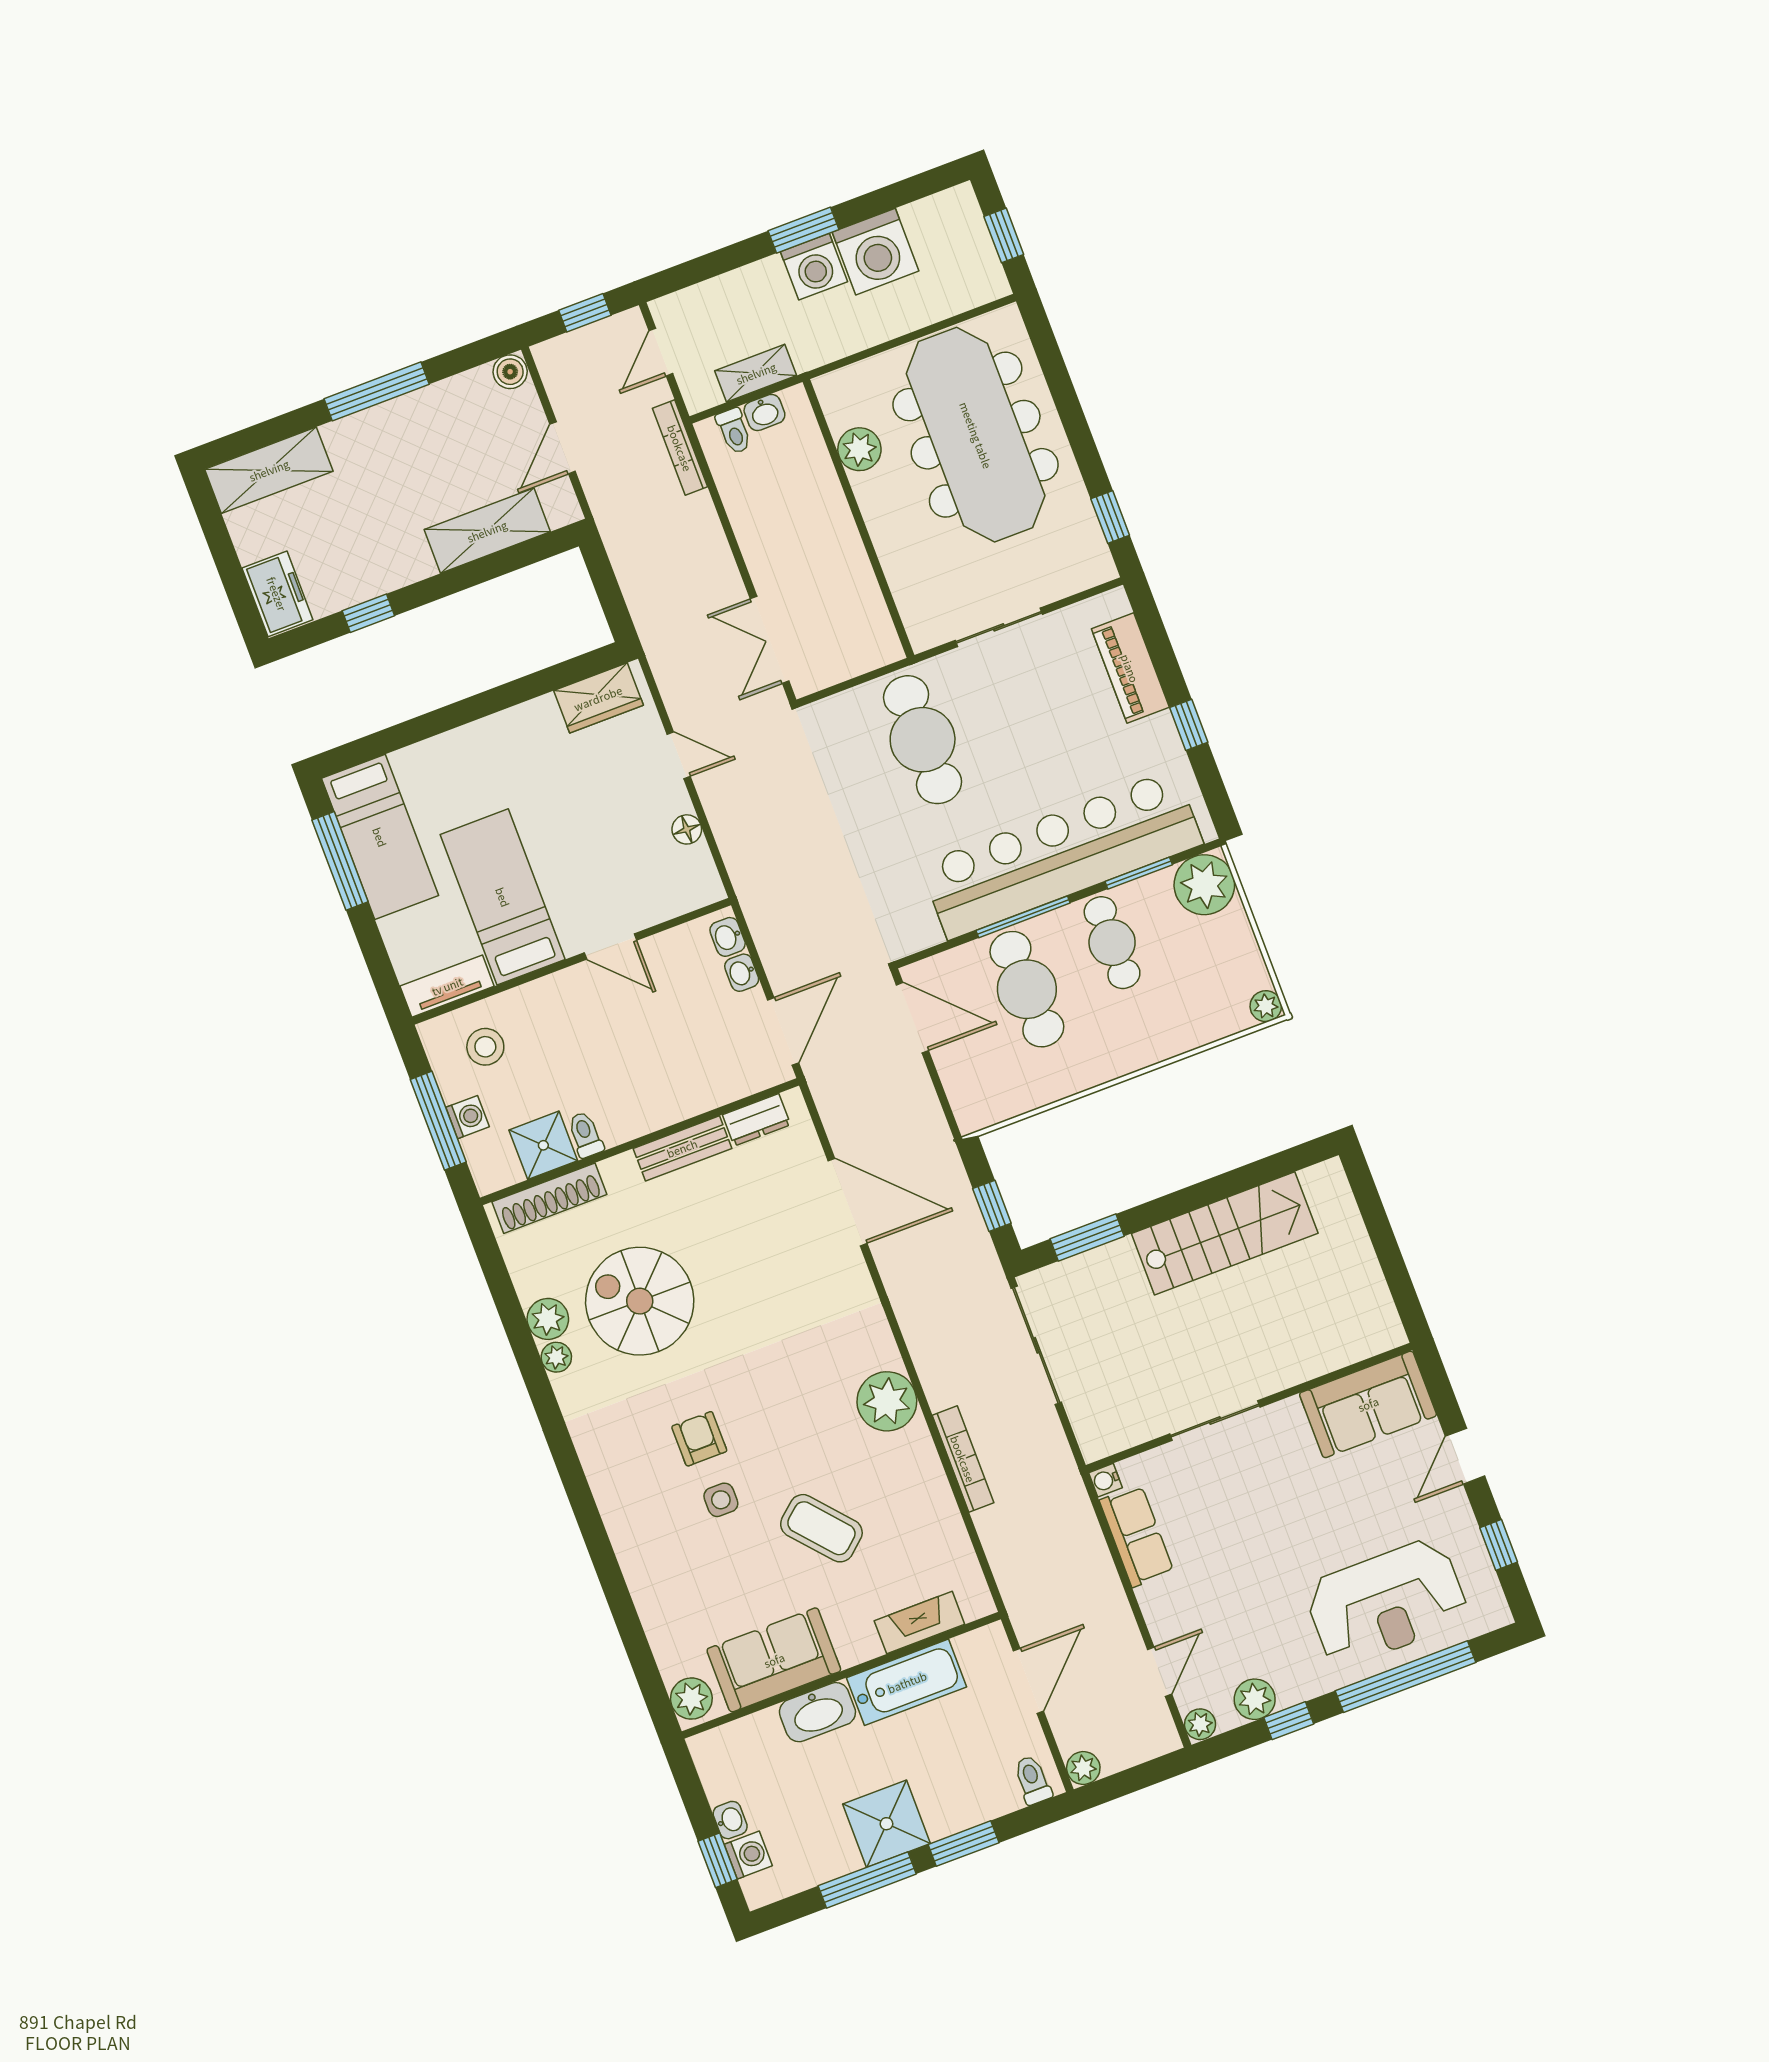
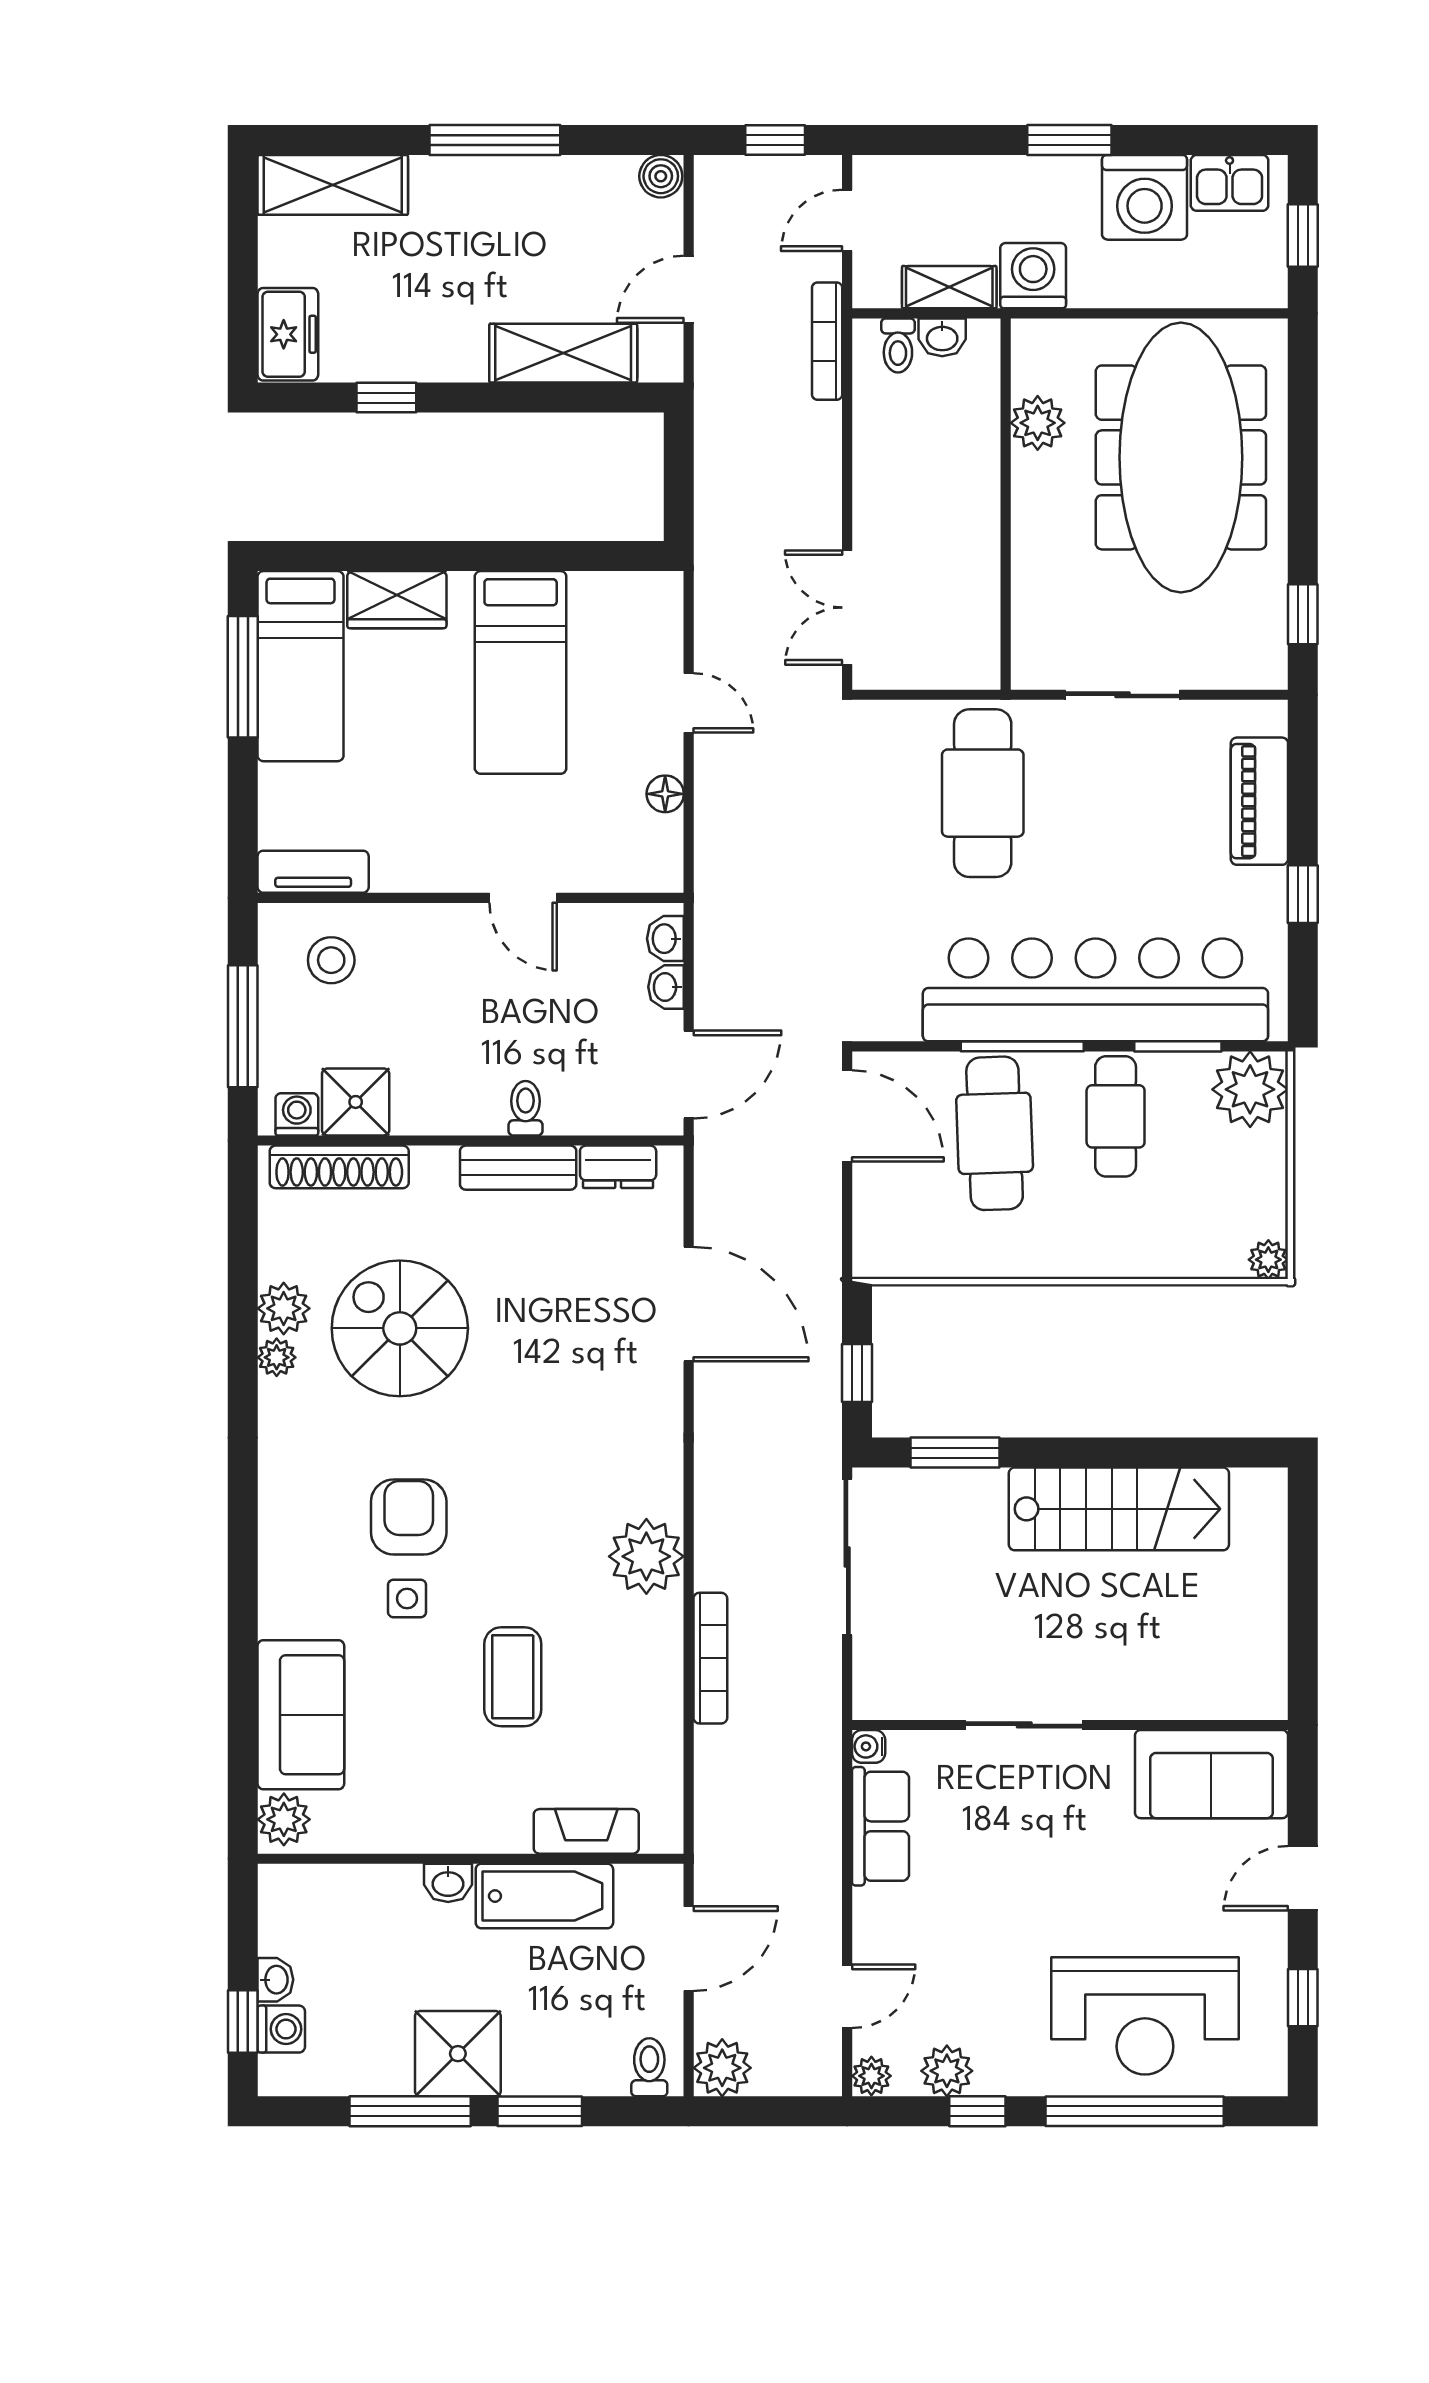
kitchen sink: (935, 217) -> (1230, 183), added
washing machine: (814, 267) -> (1033, 276), moved, turned 180
wardrobe: (598, 698) -> (397, 600), moved
bed: (503, 897) -> (521, 672), moved, turned 180
washing machine: (468, 1117) -> (297, 1114), moved, turned -90
toilet: (585, 1135) -> (526, 1108), moved
armchair: (699, 1439) -> (409, 1517), width x1.38, depth x1.38
coffee table: (821, 1528) -> (513, 1677), turned 41
sofa: (774, 1660) -> (301, 1715), moved, turned 90
washbasin: (817, 1712) -> (448, 1883), width x0.52, depth x0.69
plant: (1083, 1768) -> (722, 2068), width x1.38, depth x1.38

